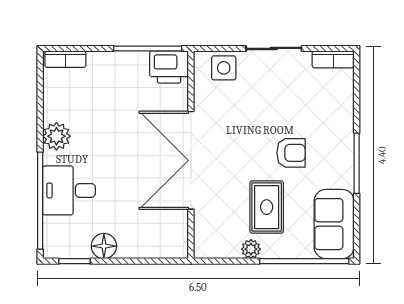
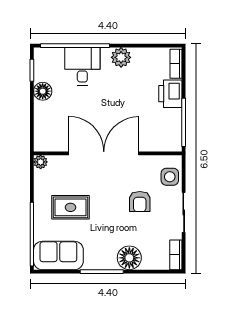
printer: (169, 67) -> (170, 94), moved
floor lamp: (337, 125) -> (129, 258), added
armchair: (291, 153) -> (140, 202), moved
plant: (251, 249) -> (41, 162), moved

